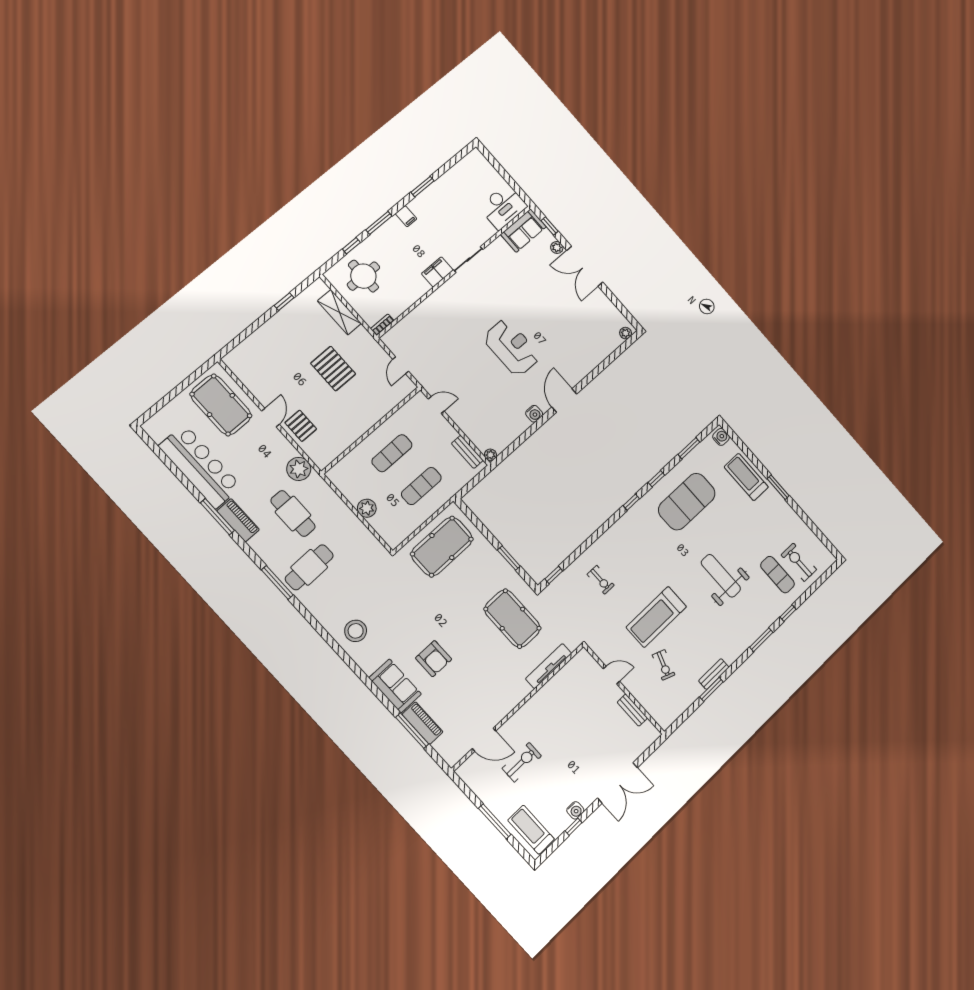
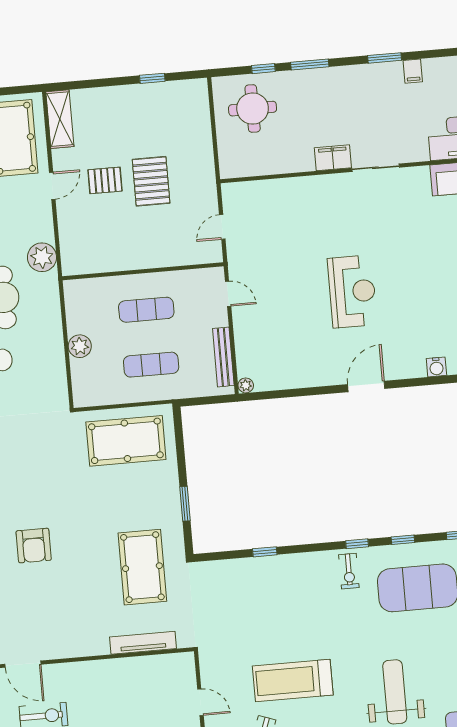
filing cabinet: (406, 216) -> (413, 71), moved
shelving: (339, 312) -> (60, 119), moved
bookcase: (382, 325) -> (235, 172), removed
water cooler: (534, 414) -> (436, 367), moved
pallet: (301, 426) -> (105, 180), moved, turned 90
bench: (467, 452) -> (223, 357), width x1.36
window: (554, 575) -> (265, 552), moved
exercise bike: (601, 580) -> (349, 571), moved

